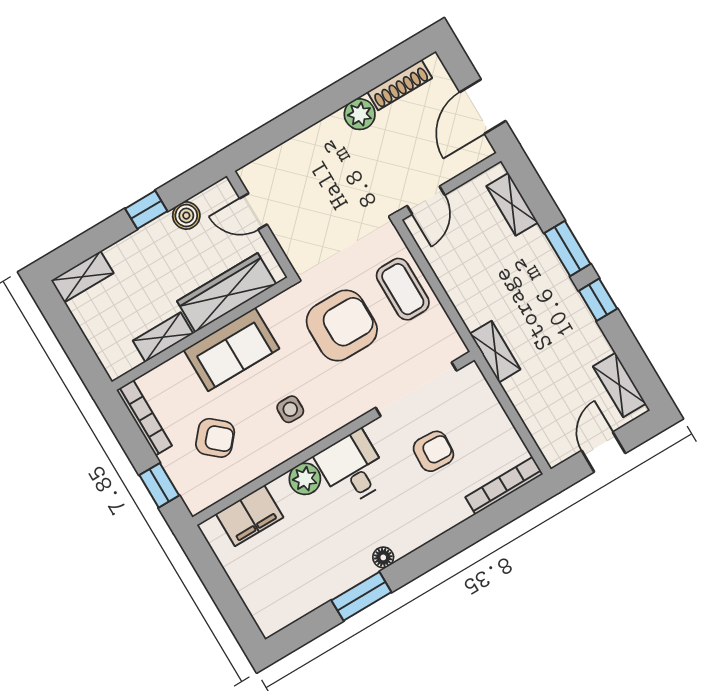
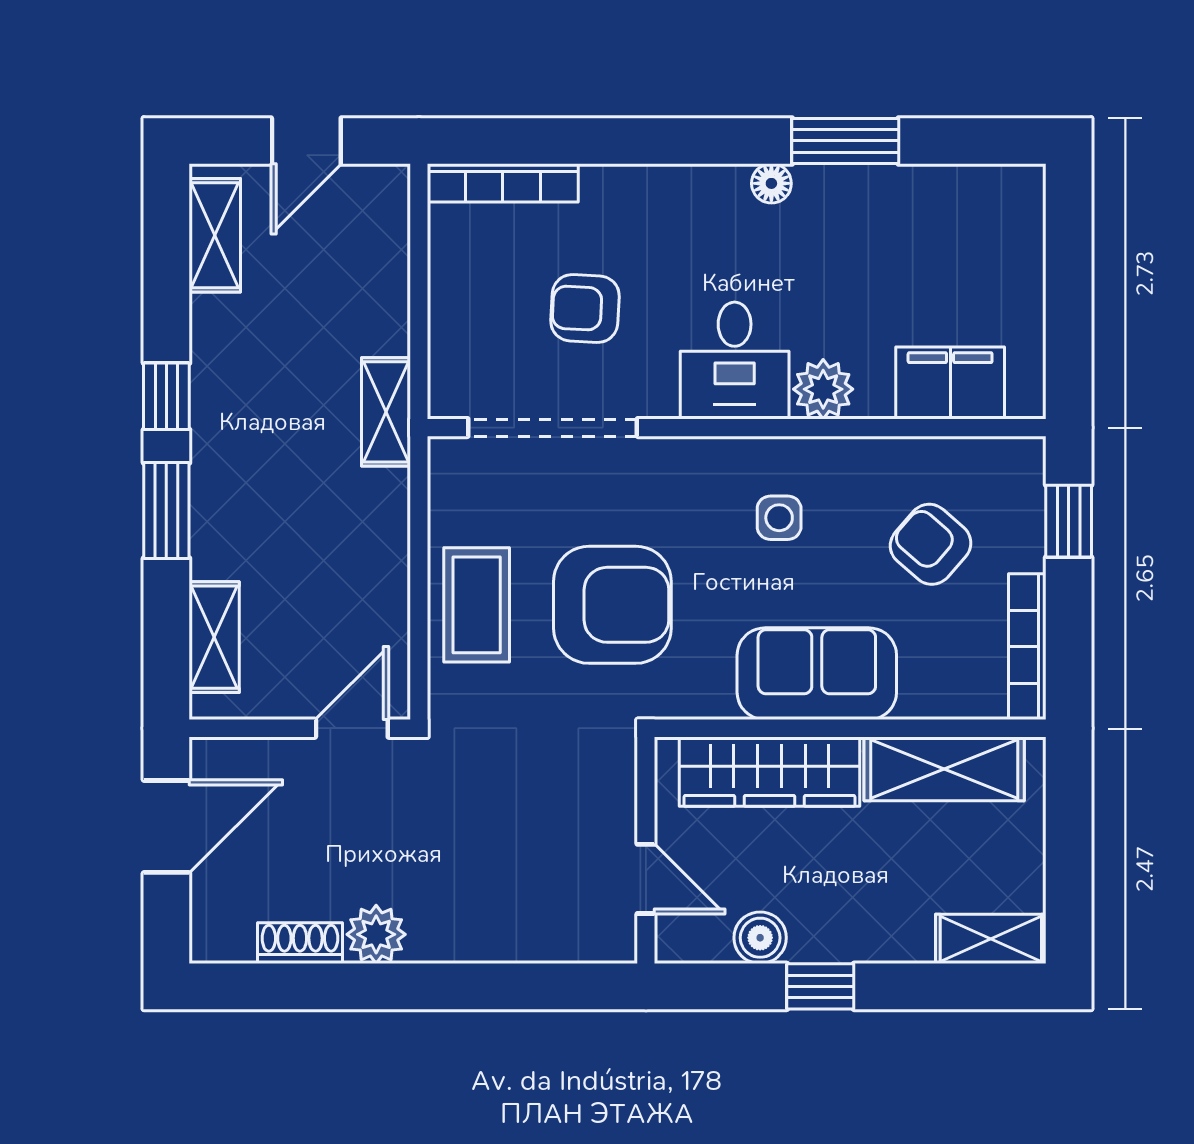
shoe rack: (400, 85) -> (300, 943), width x0.70
armchair: (342, 326) -> (612, 605), turned 180
shelving: (163, 337) -> (944, 769), width x1.50, depth x1.33

